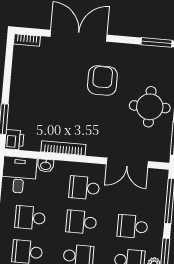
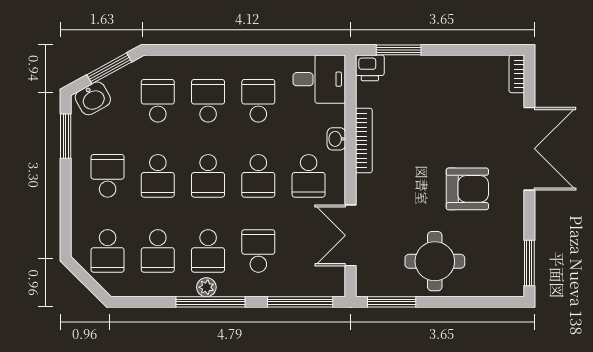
washbasin: (46, 165) -> (336, 139), moved
school desk: (84, 188) -> (309, 176), turned 180
school desk: (81, 222) -> (258, 176), turned 180

